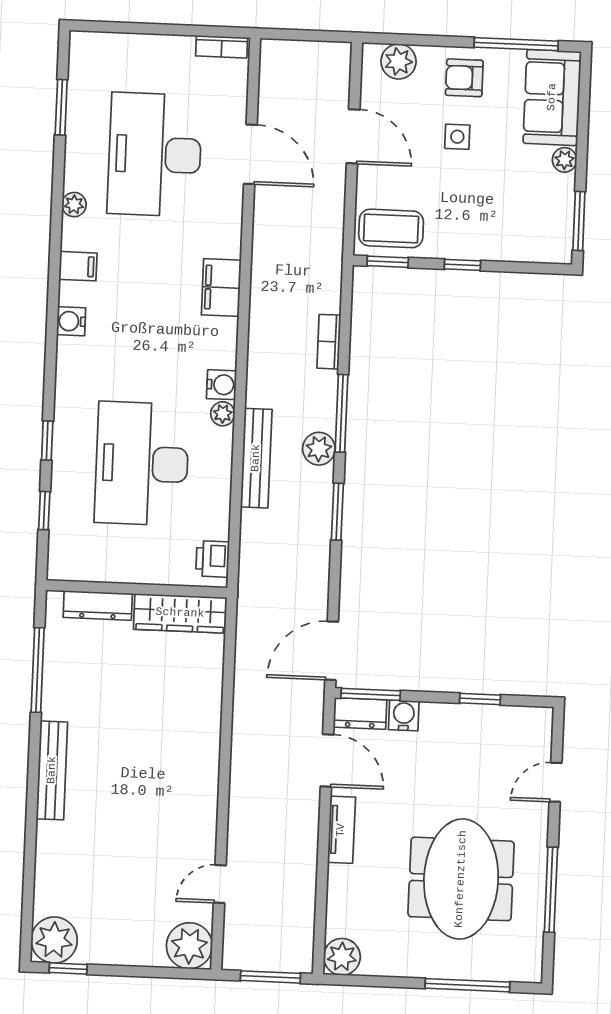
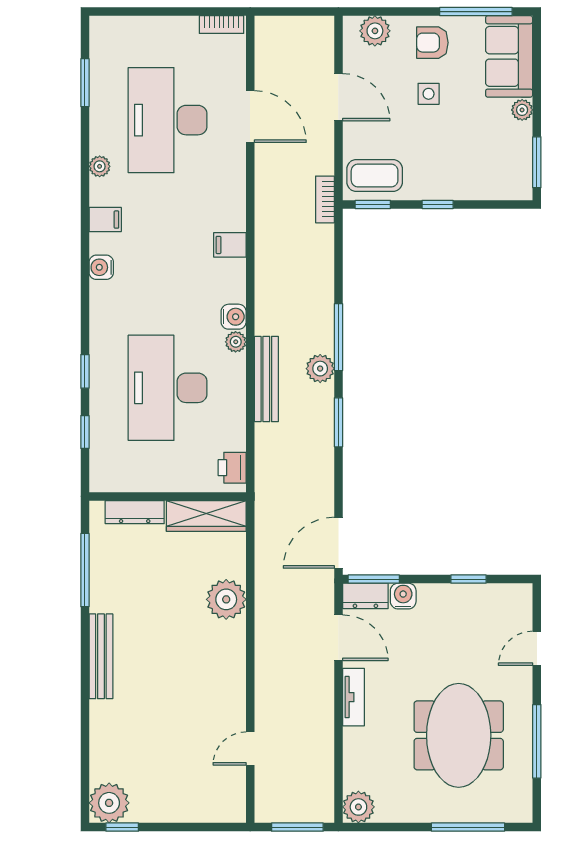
filing cabinet: (221, 288) -> (230, 245), width x0.50
bookcase: (329, 342) -> (325, 199), moved
plant: (189, 946) -> (226, 599), moved

